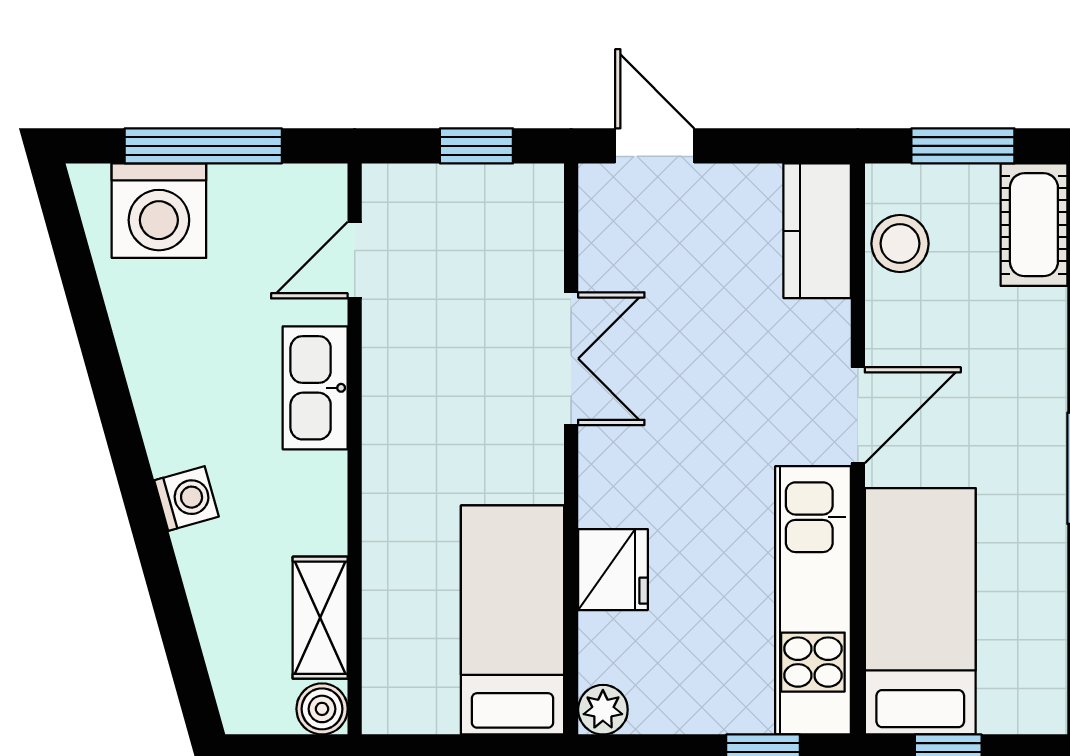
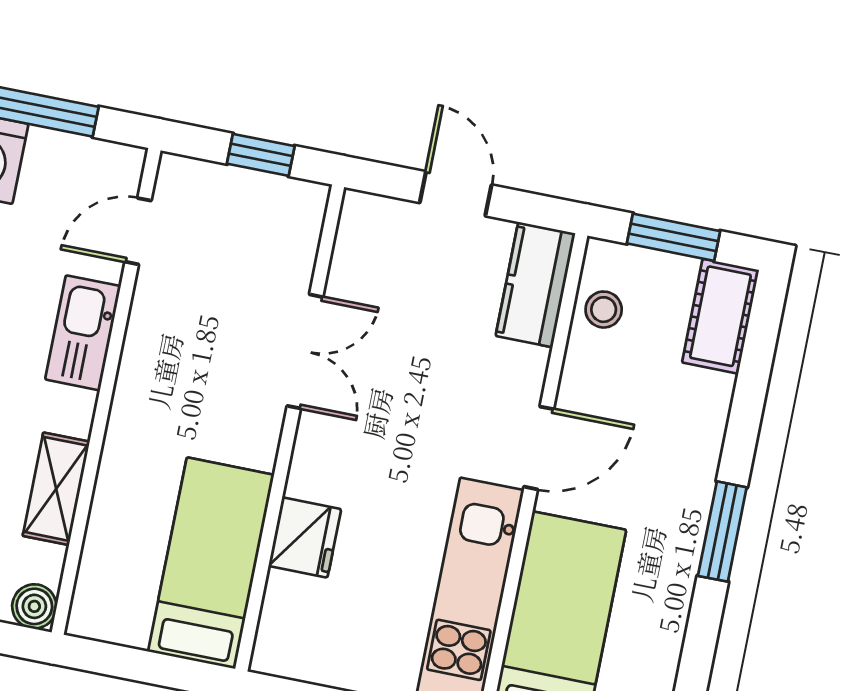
door: (655, 146) -> (456, 194), moved
stool: (900, 244) -> (604, 310), width x0.73, depth x0.73
shelving: (320, 618) -> (56, 489), moved
plant: (603, 710) -> (273, 655), removed

